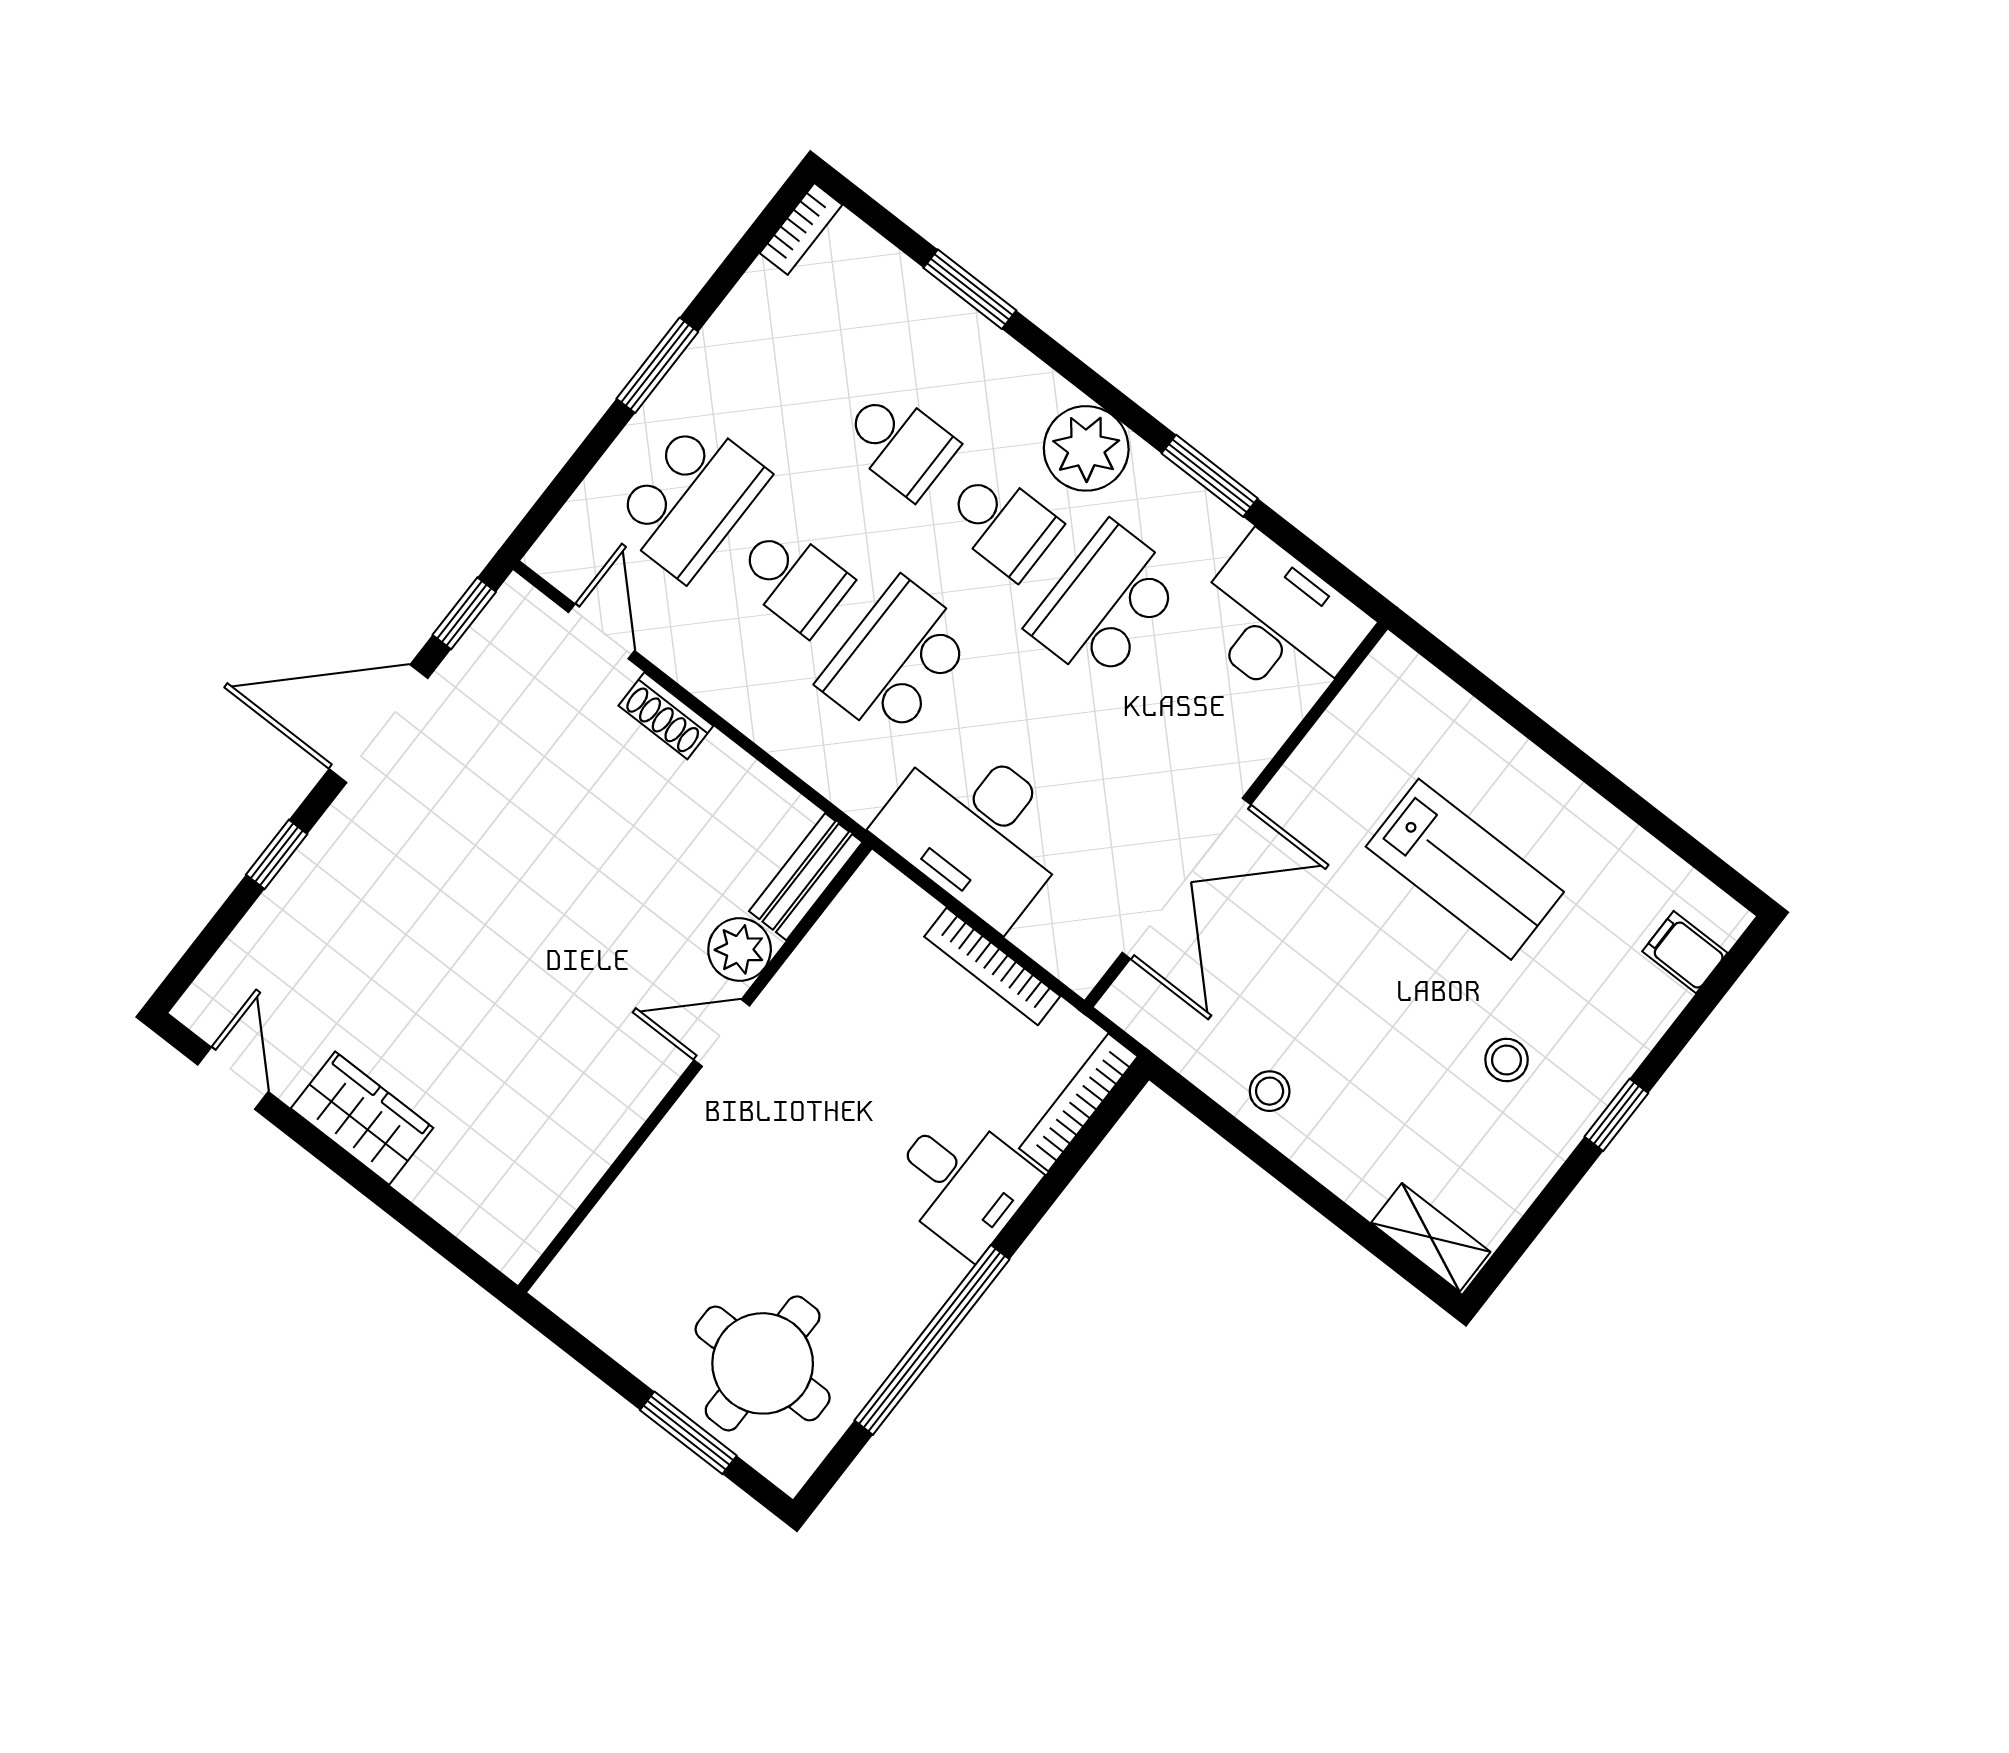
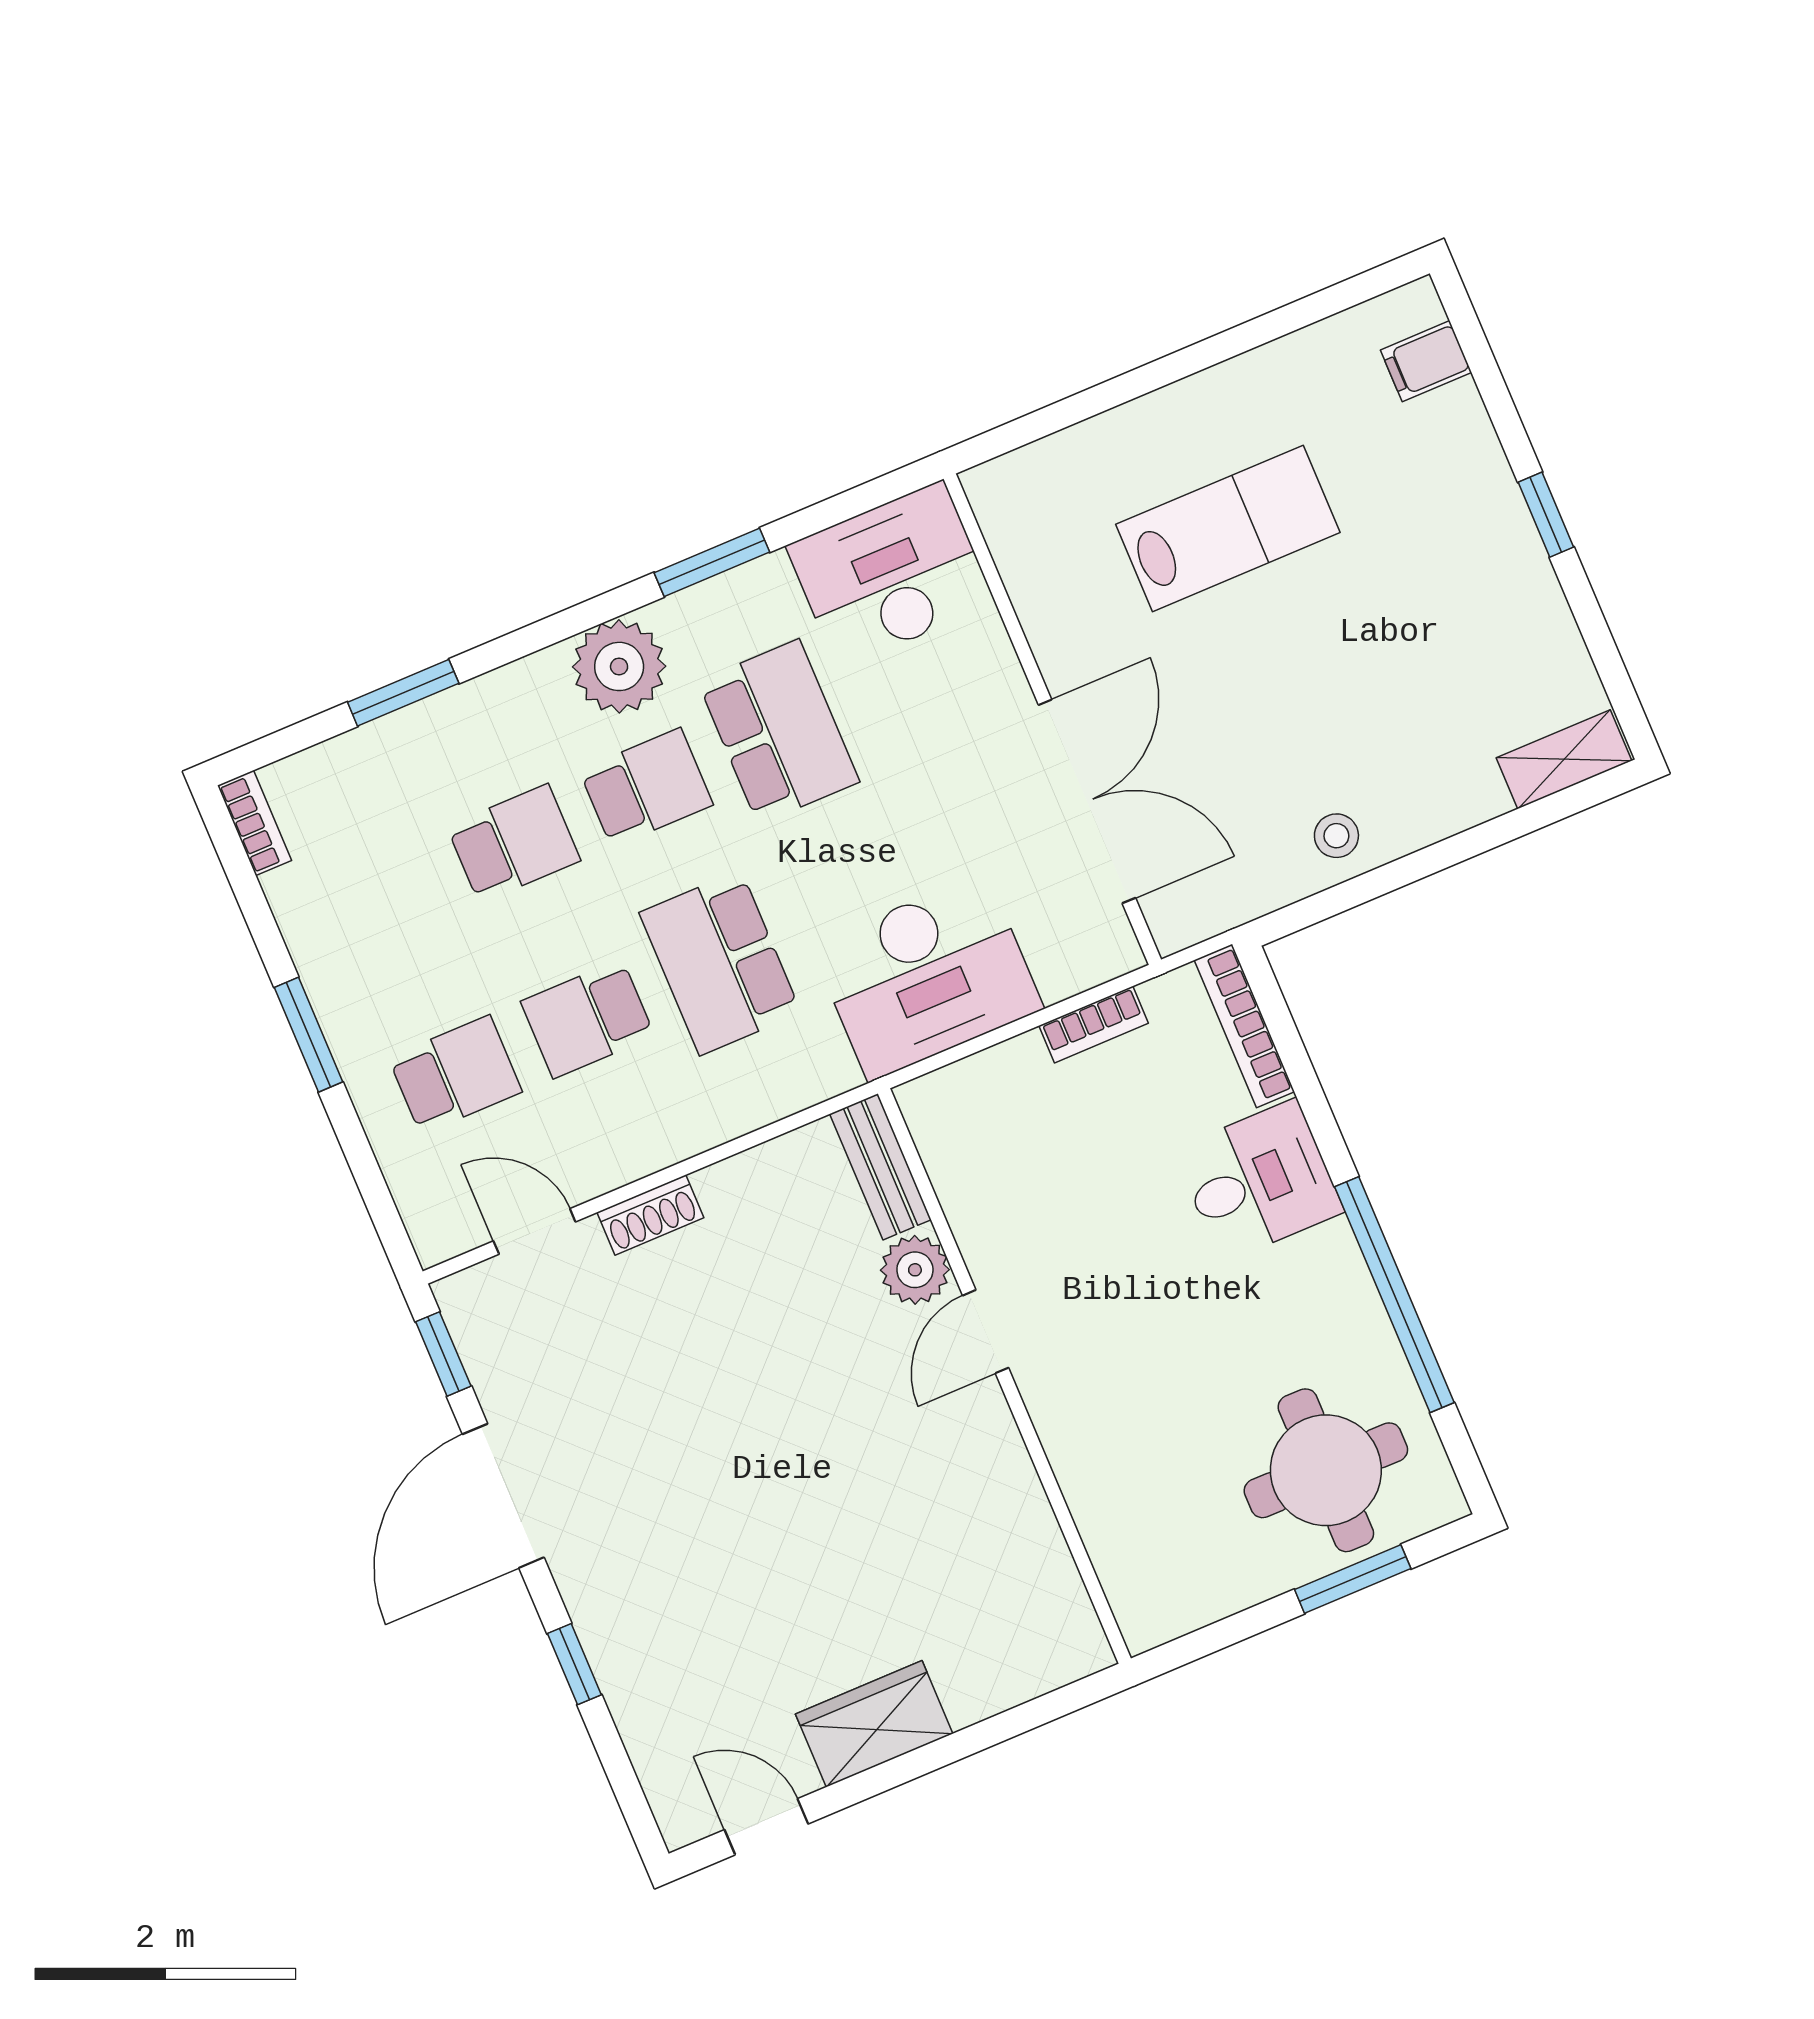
school desk: (691, 499) -> (455, 1075), width x0.54
school desk: (793, 579) -> (588, 1019), turned 180
school desk: (1105, 603) -> (779, 732), turned 180
bookcase: (992, 966) -> (1094, 1024), width x0.64
stool: (1507, 1060) -> (1434, 591), removed

